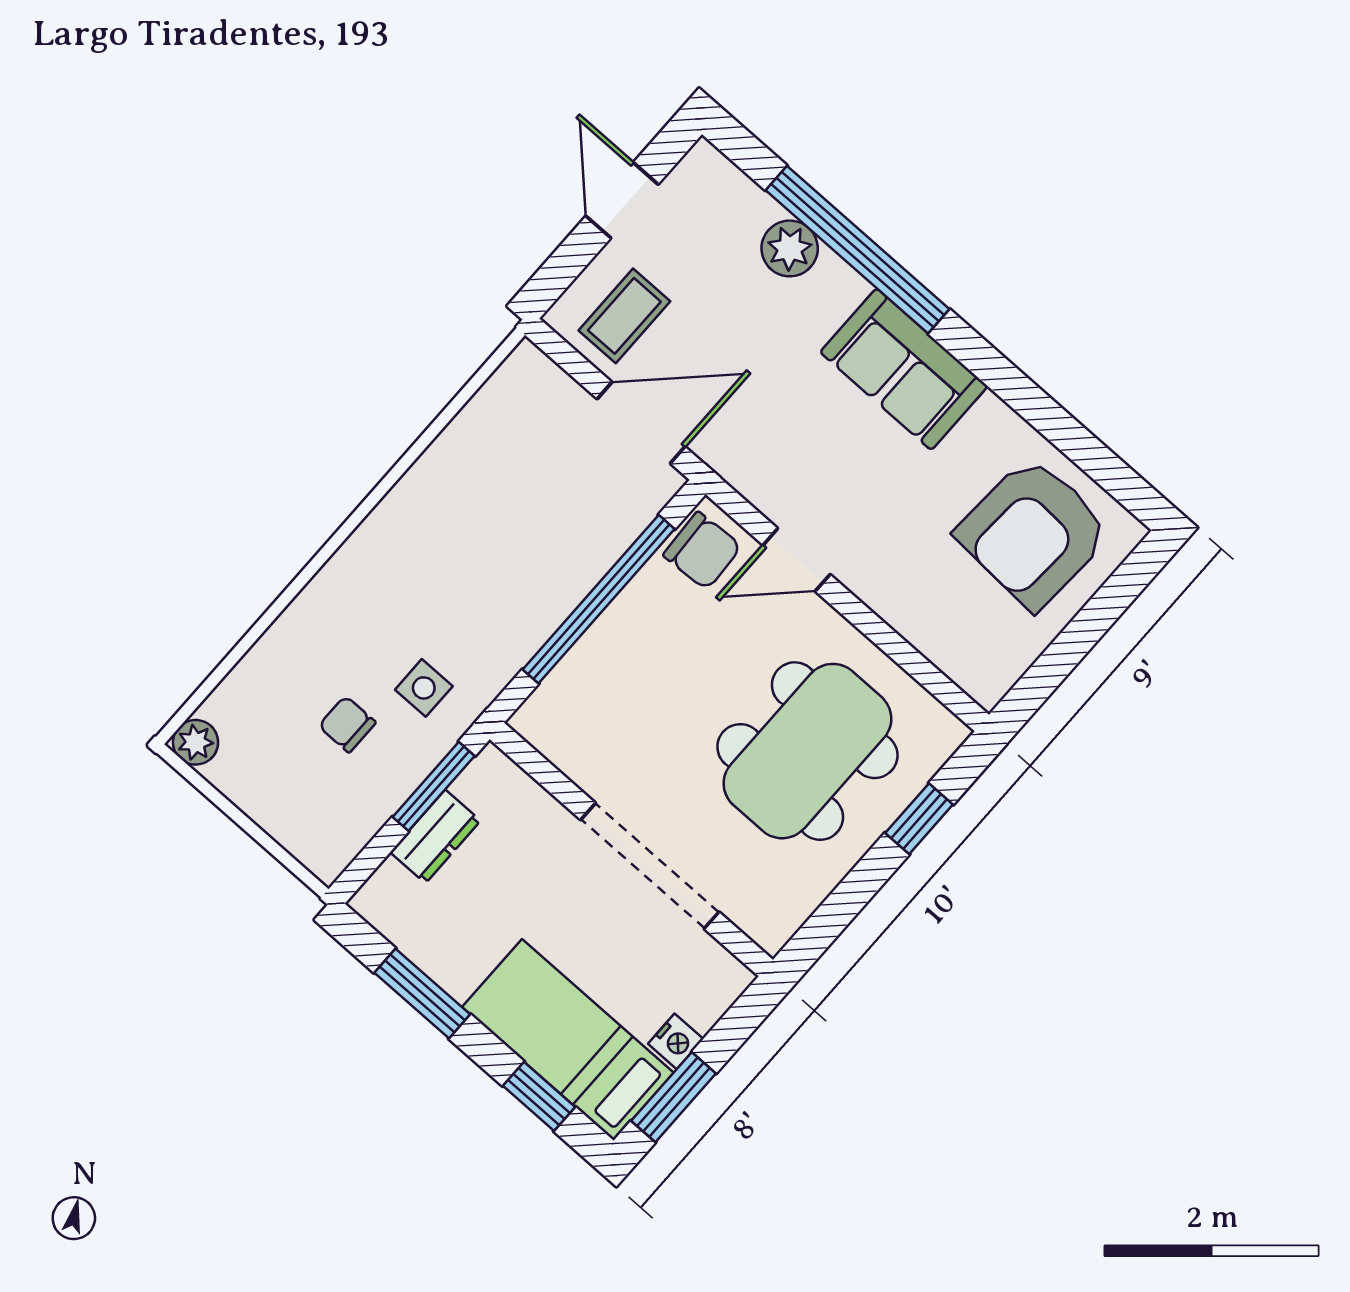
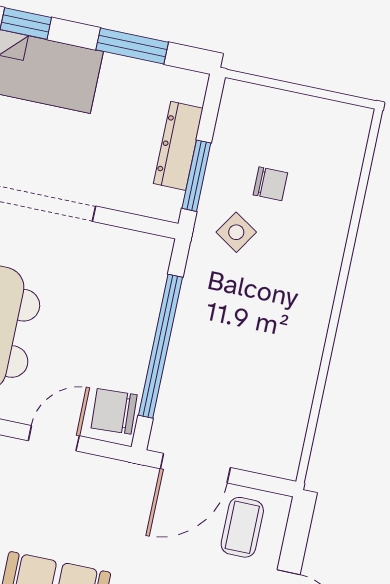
side table: (424, 688) -> (236, 232), turned 33
plant: (196, 742) -> (356, 121), removed
dresser: (435, 836) -> (178, 146), width x1.44

